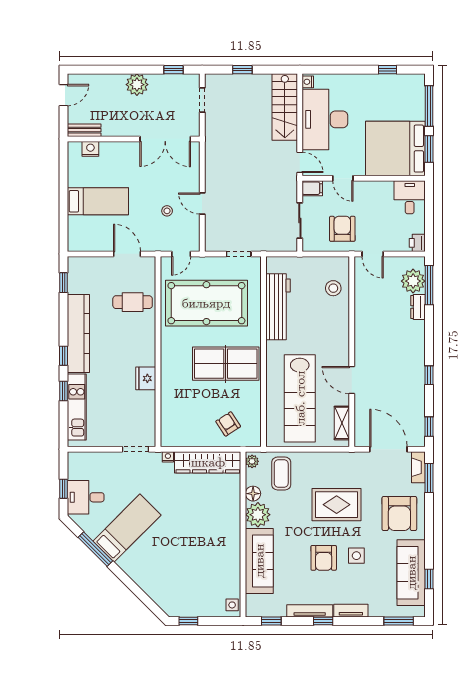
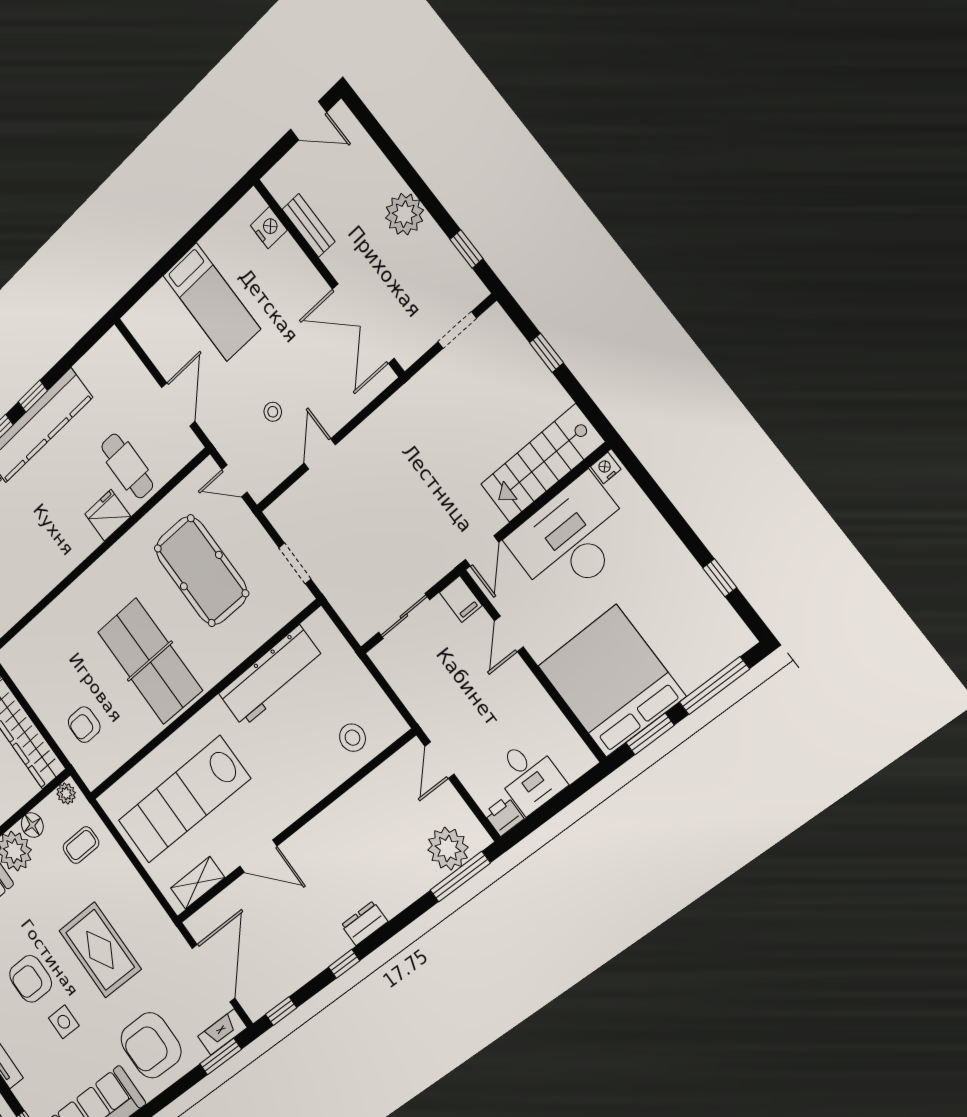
bench: (84, 130) -> (309, 225), moved
desk: (410, 197) -> (529, 776), moved, turned 90
armchair: (342, 229) -> (440, 688), removed
window: (63, 283) -> (33, 396), moved
pool table: (206, 303) -> (201, 571), width x0.73, depth x0.76
dresser: (418, 307) -> (364, 923), moved
fridge: (146, 378) -> (108, 515), moved
door: (352, 380) -> (258, 856), swing flipped
armchair: (228, 424) -> (84, 725), turned -147
coffee table: (281, 473) -> (81, 845), width x0.73, depth x0.77

